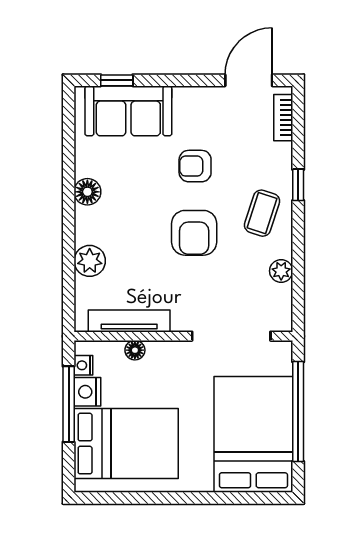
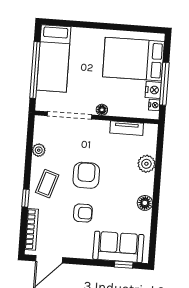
bookcase: (283, 118) -> (32, 229), width x1.56
tv unit: (129, 321) -> (127, 128), width x0.71
floor lamp: (135, 350) -> (102, 110), moved
bed: (253, 434) -> (54, 58), width x0.67

